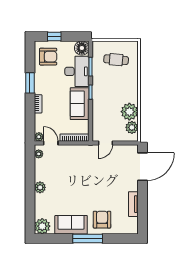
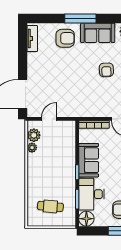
plant: (129, 112) -> (32, 148), width x0.53, depth x0.53
door: (105, 143) -> (49, 119), moved
armchair: (63, 190) -> (106, 70), added
tv unit: (133, 204) -> (32, 39), moved
armchair: (102, 220) -> (65, 38), turned -90

